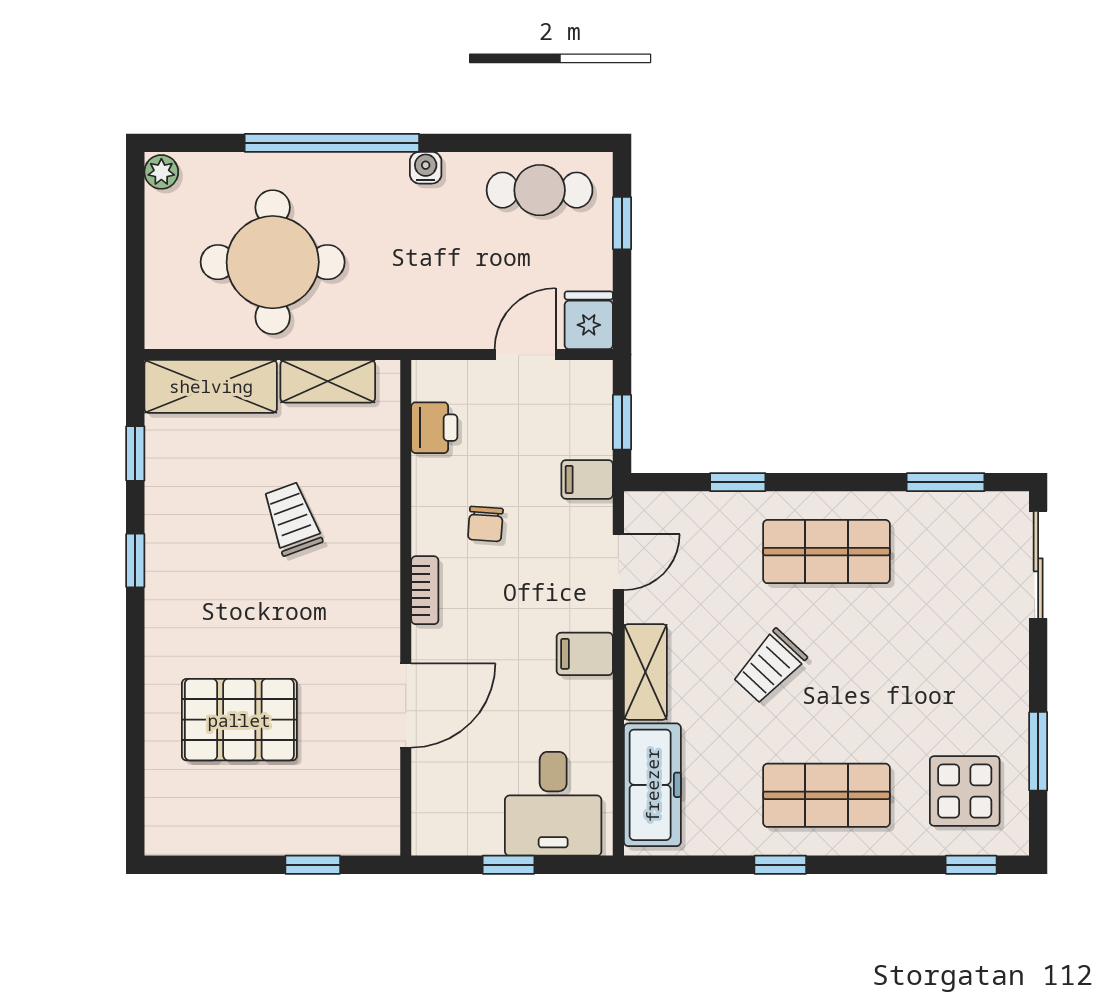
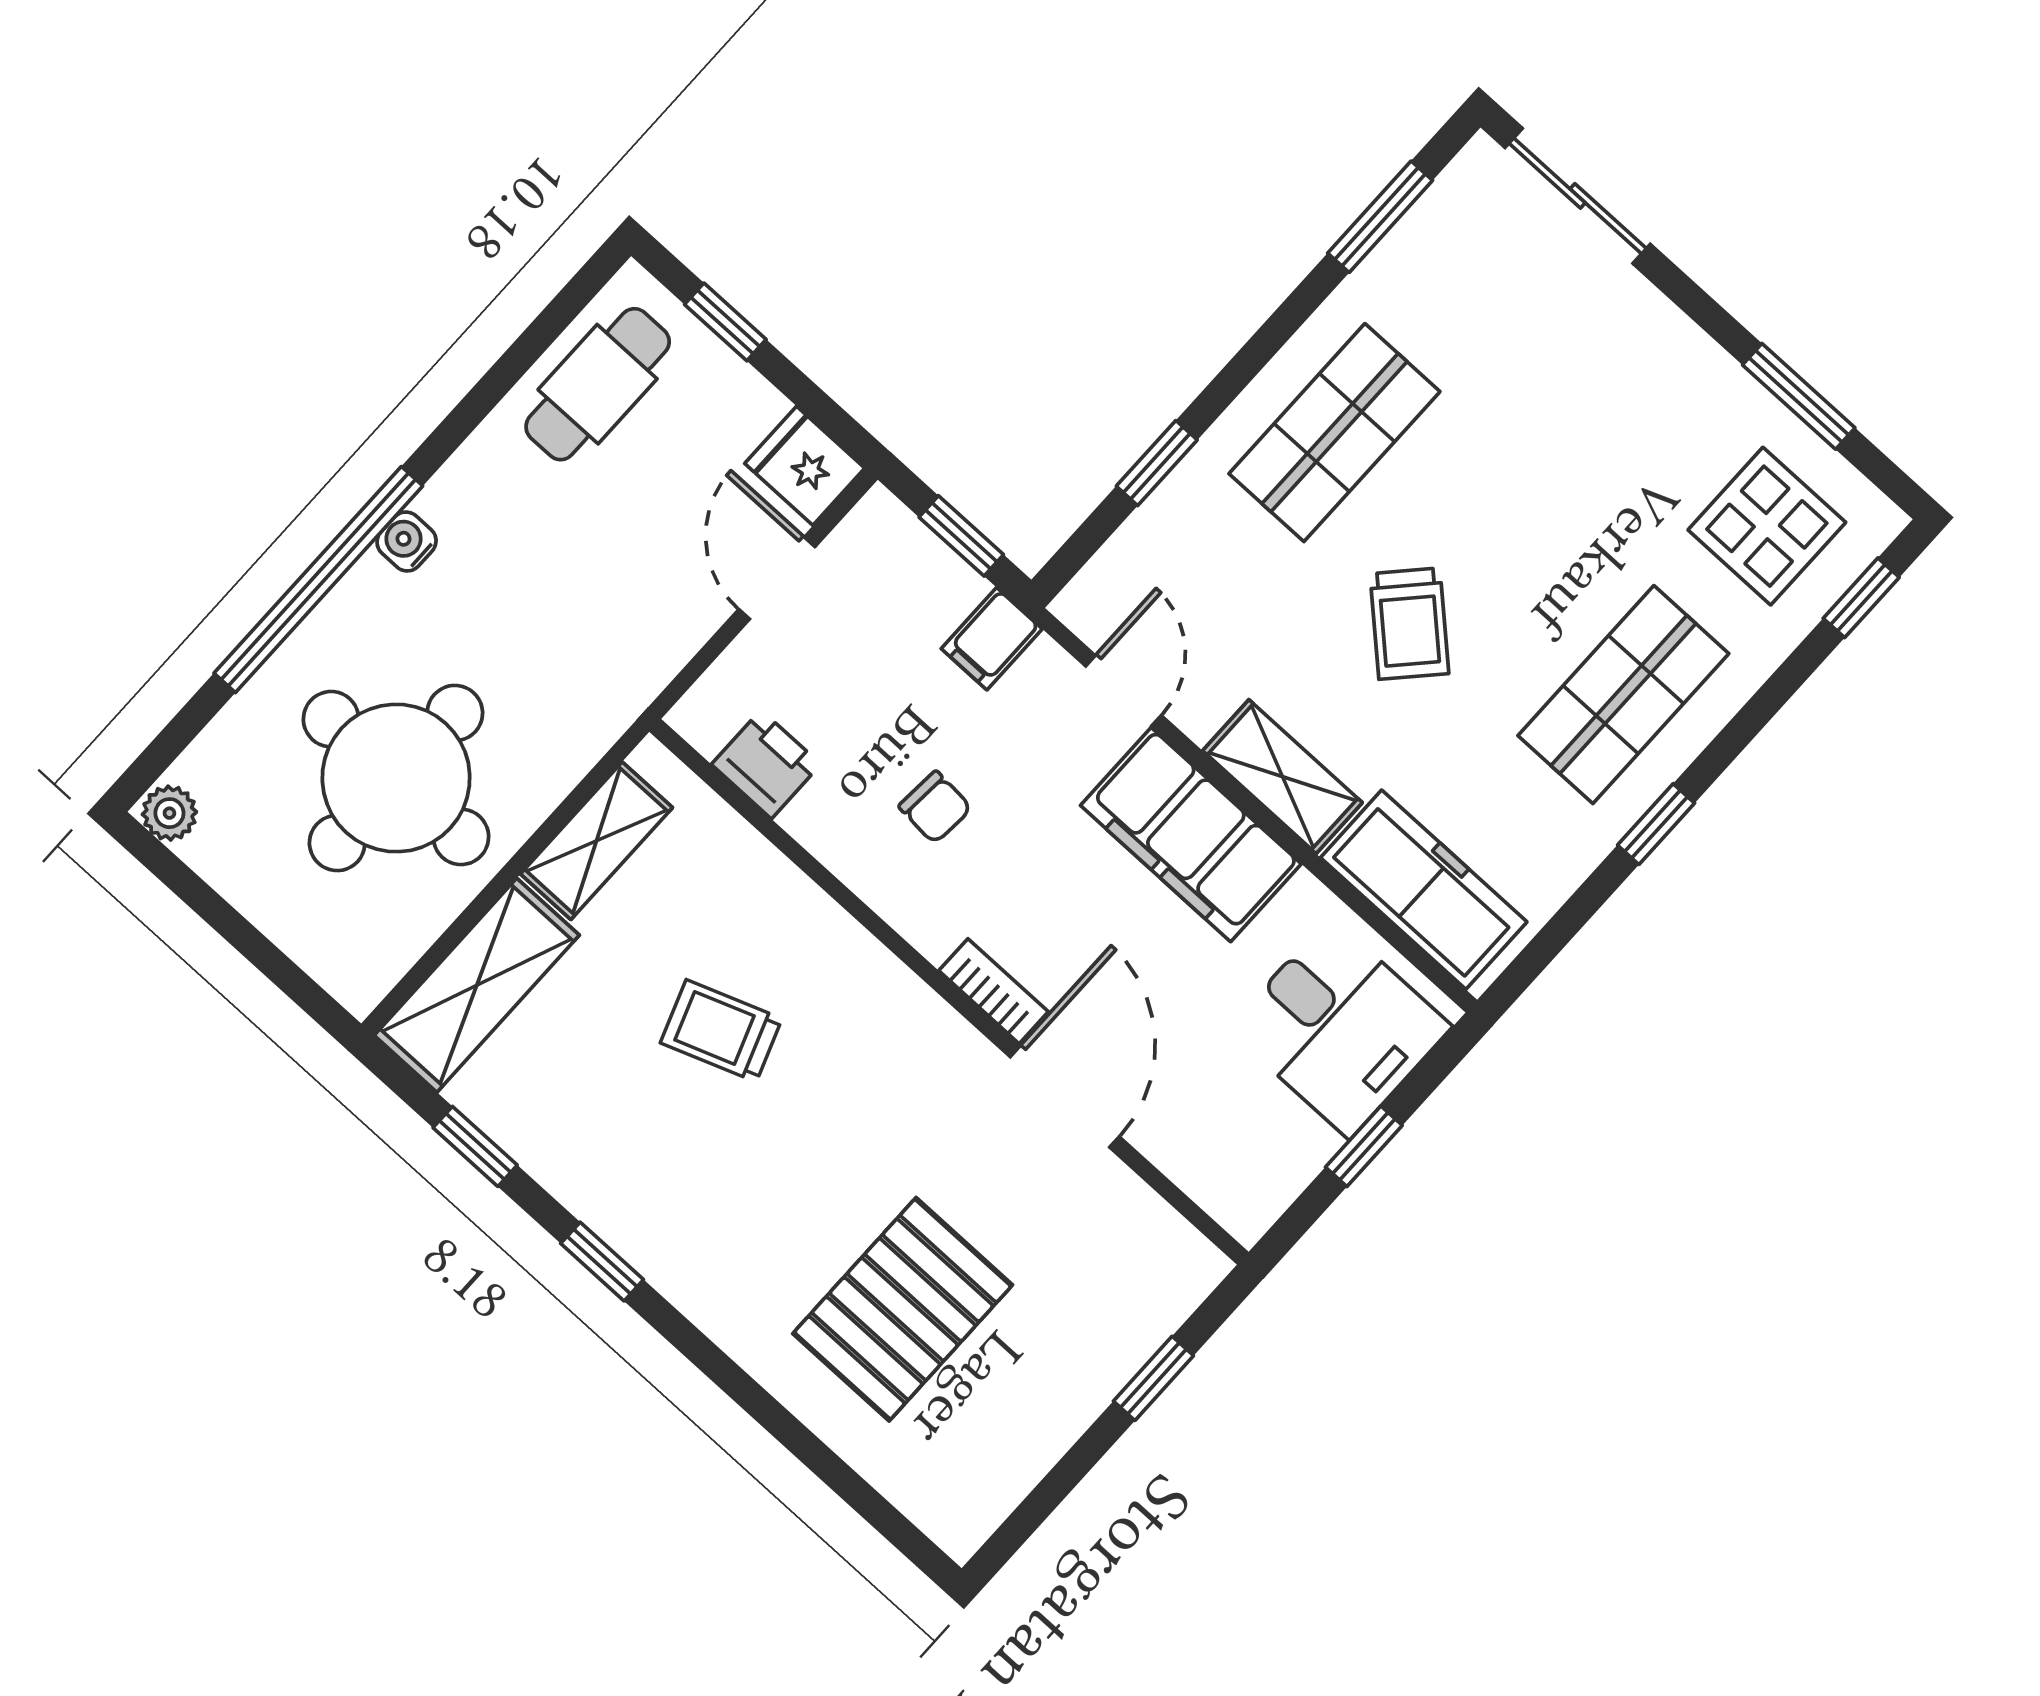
water cooler: (426, 168) -> (407, 542), moved
bookcase: (425, 590) -> (994, 991), moved
filing cabinet: (585, 654) -> (1191, 835), width x3.00, depth x1.17

